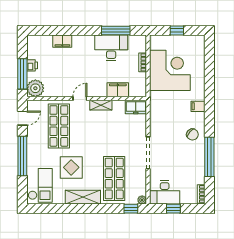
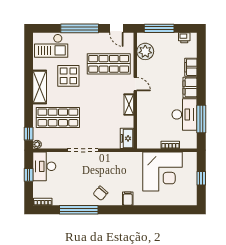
printer: (32, 65) -> (184, 38), moved
plant: (35, 88) -> (145, 51), moved
filing cabinet: (118, 90) -> (190, 87), moved, turned 180

